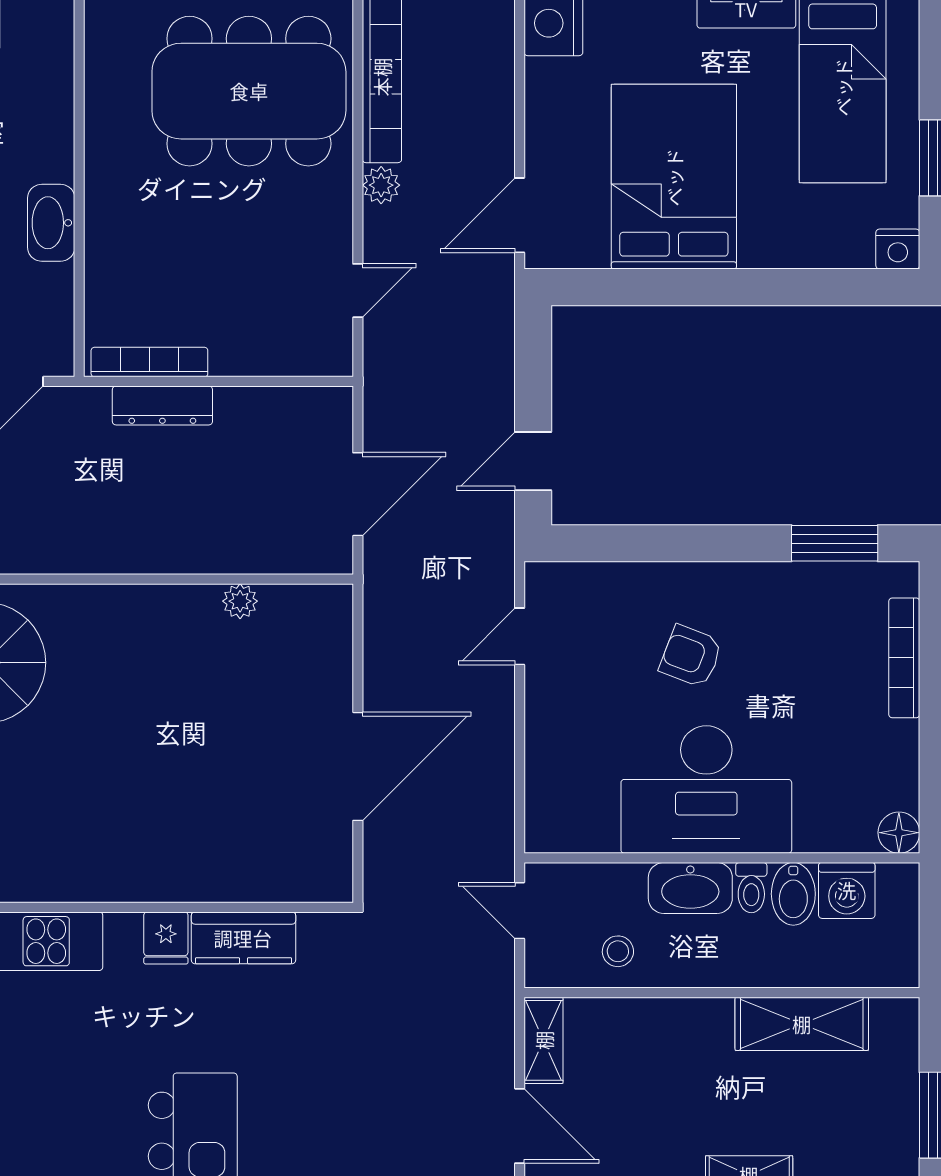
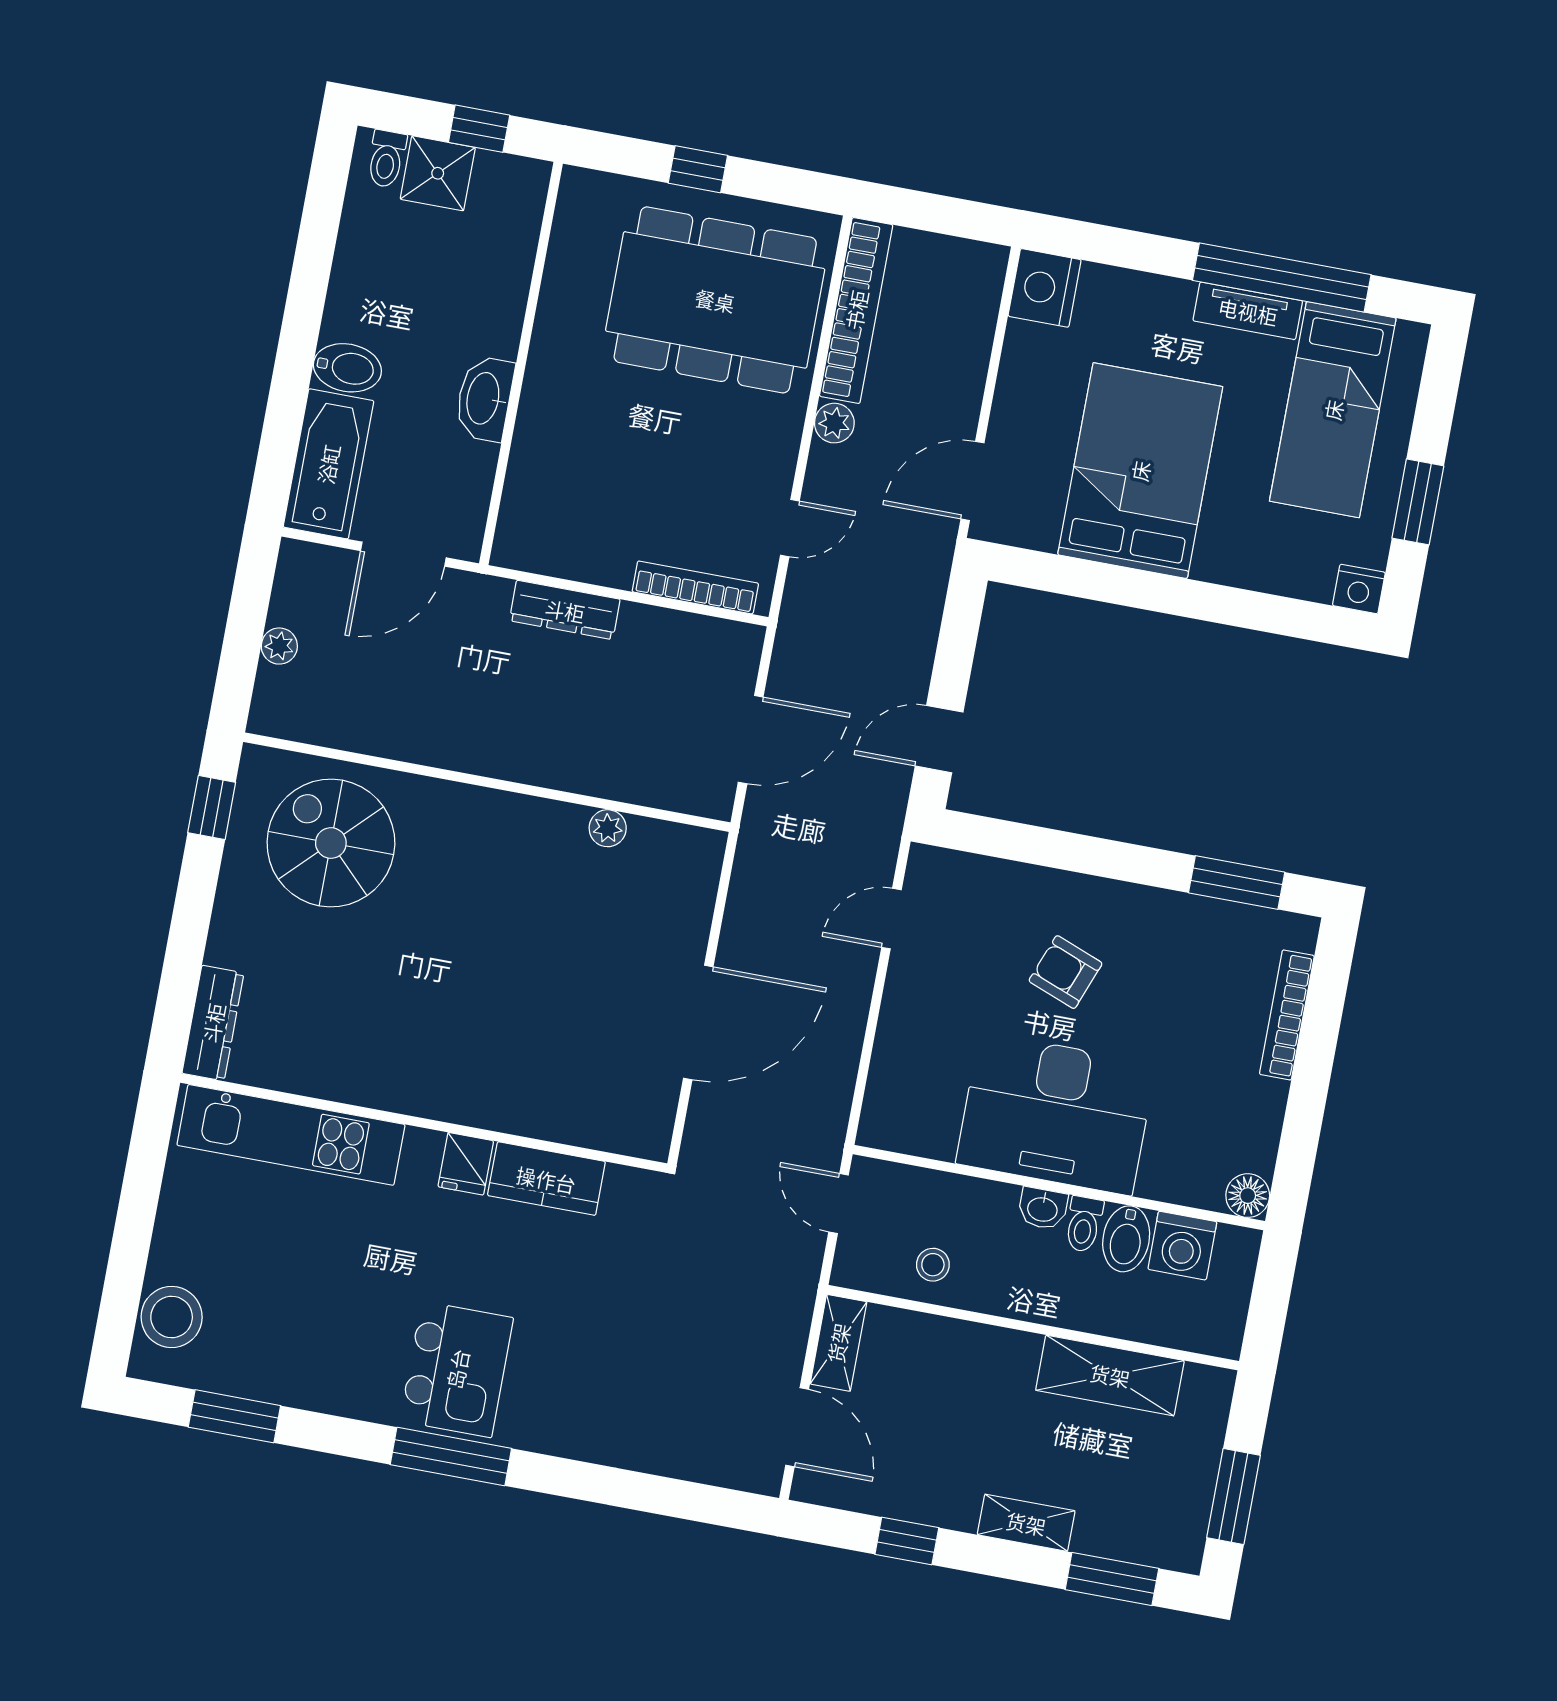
bookcase: (149, 362) -> (695, 587), moved
washbasin: (690, 888) -> (1043, 1208), width x0.52, depth x0.69

